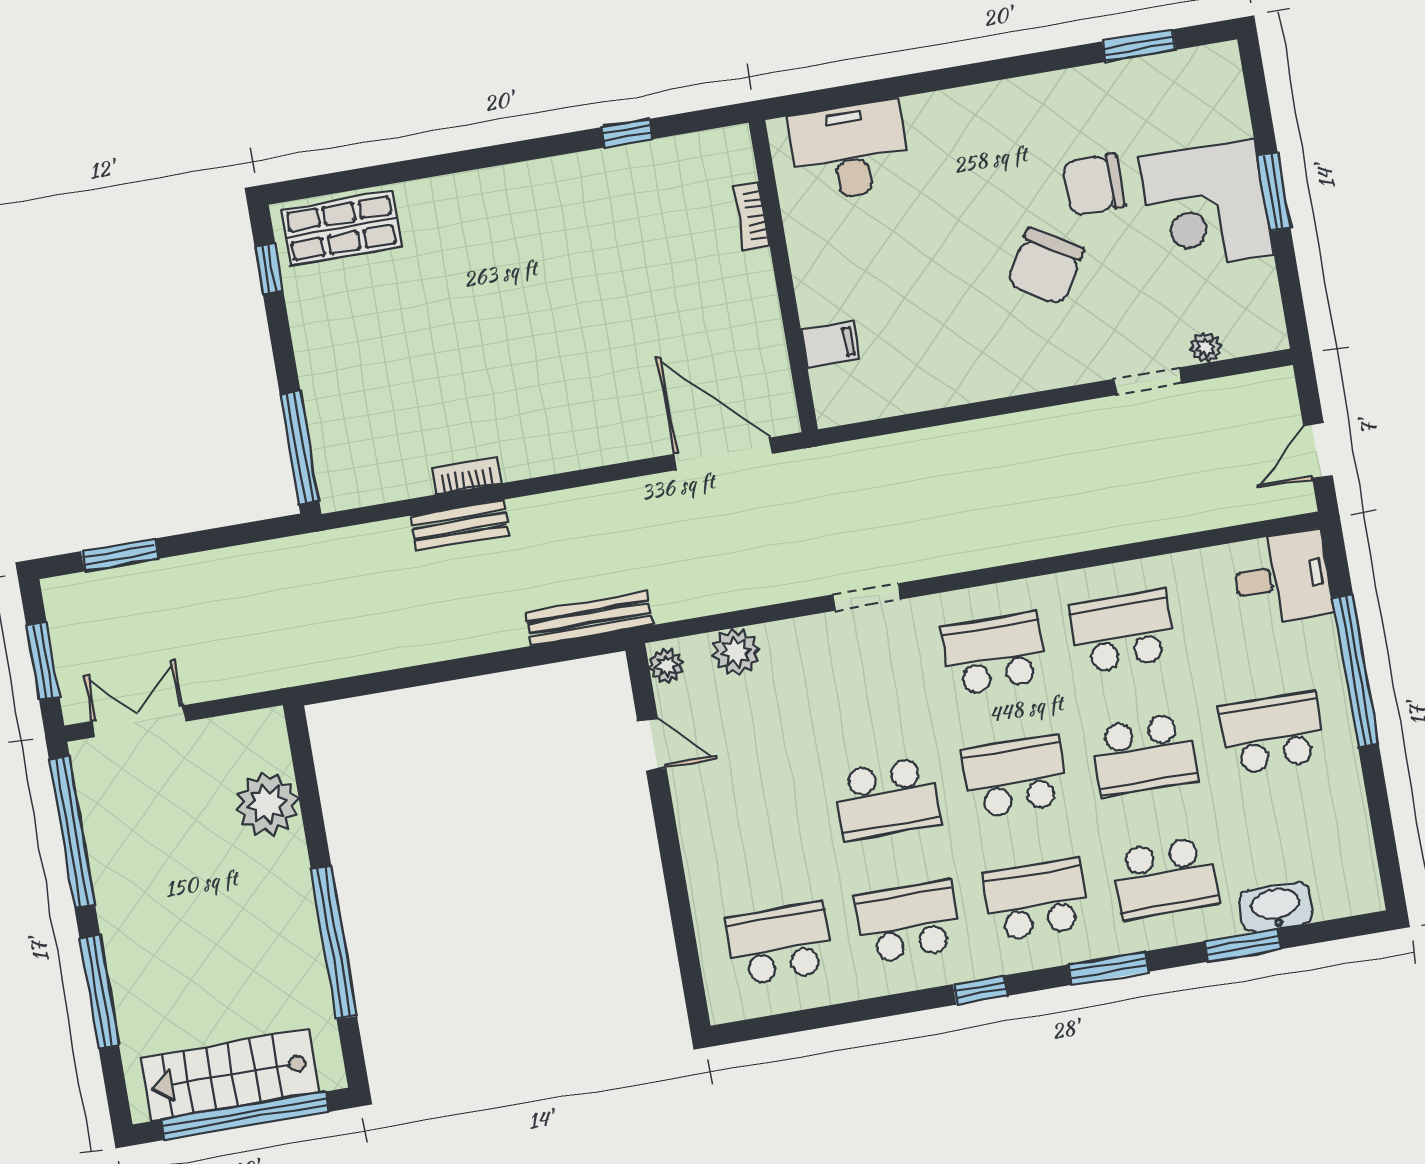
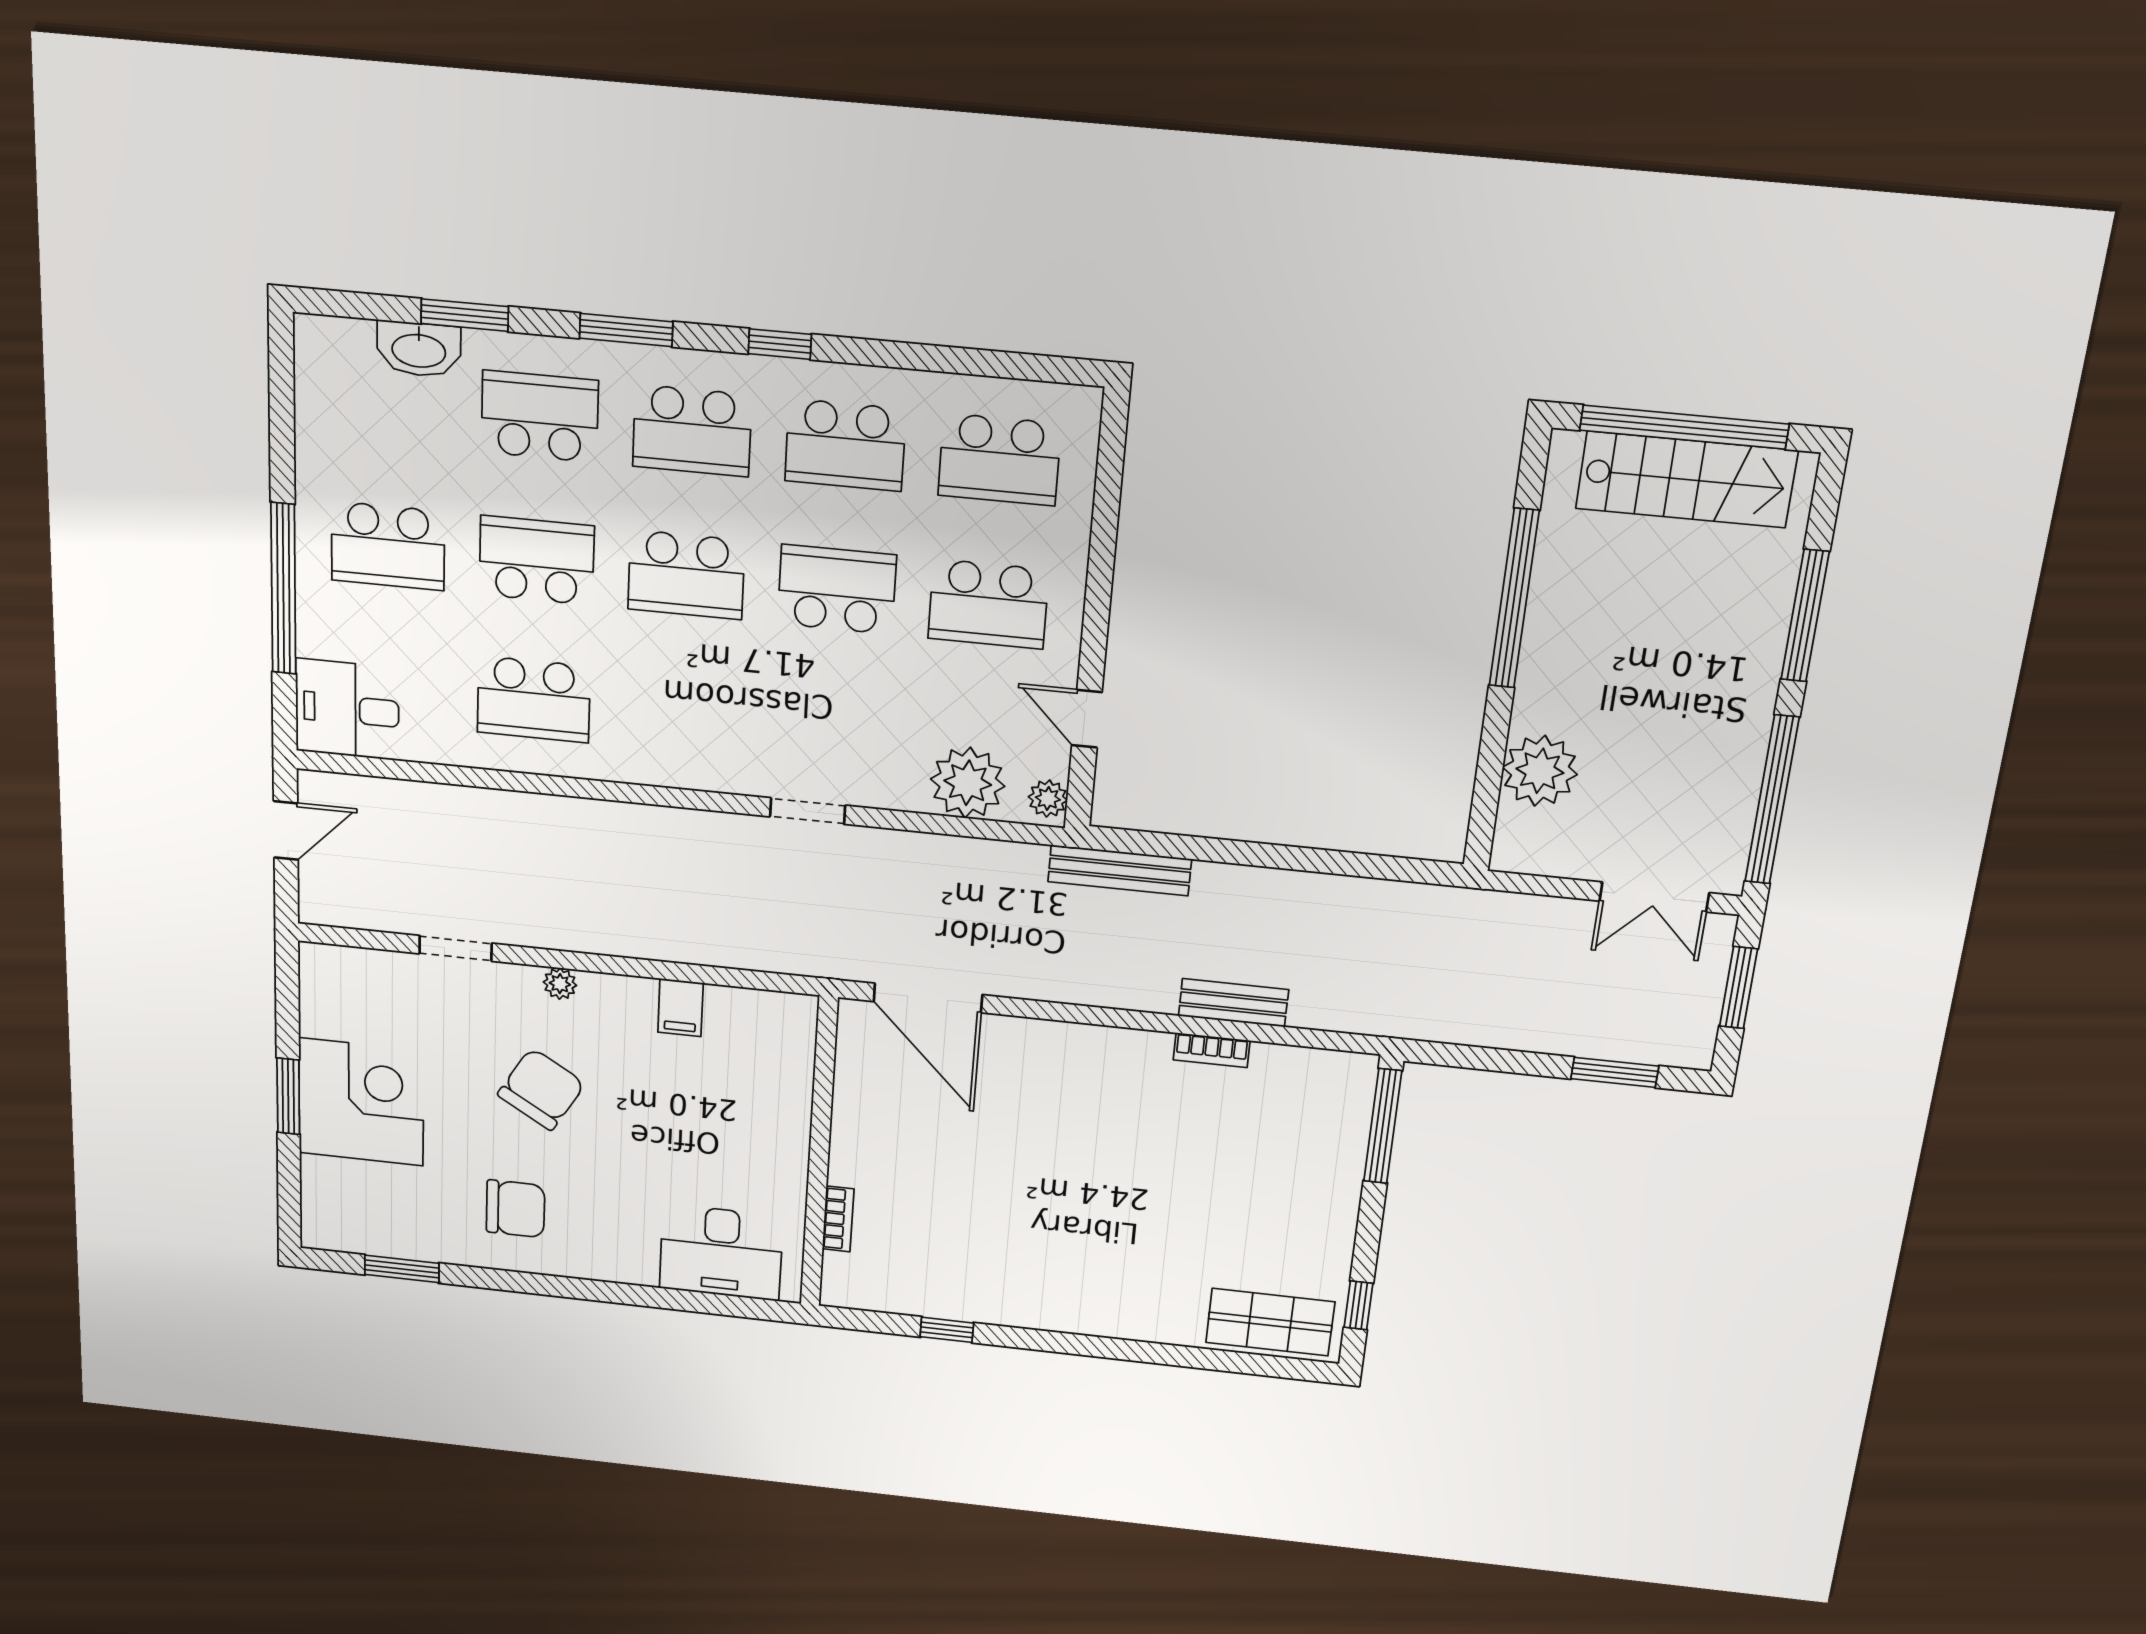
chair: (1094, 184) -> (515, 1209), moved
filing cabinet: (830, 344) -> (680, 1008), moved, turned -90
plant: (1206, 347) -> (560, 984), moved
plant: (736, 652) -> (968, 783), width x1.36, depth x1.36
school desk: (994, 654) -> (988, 604), moved

